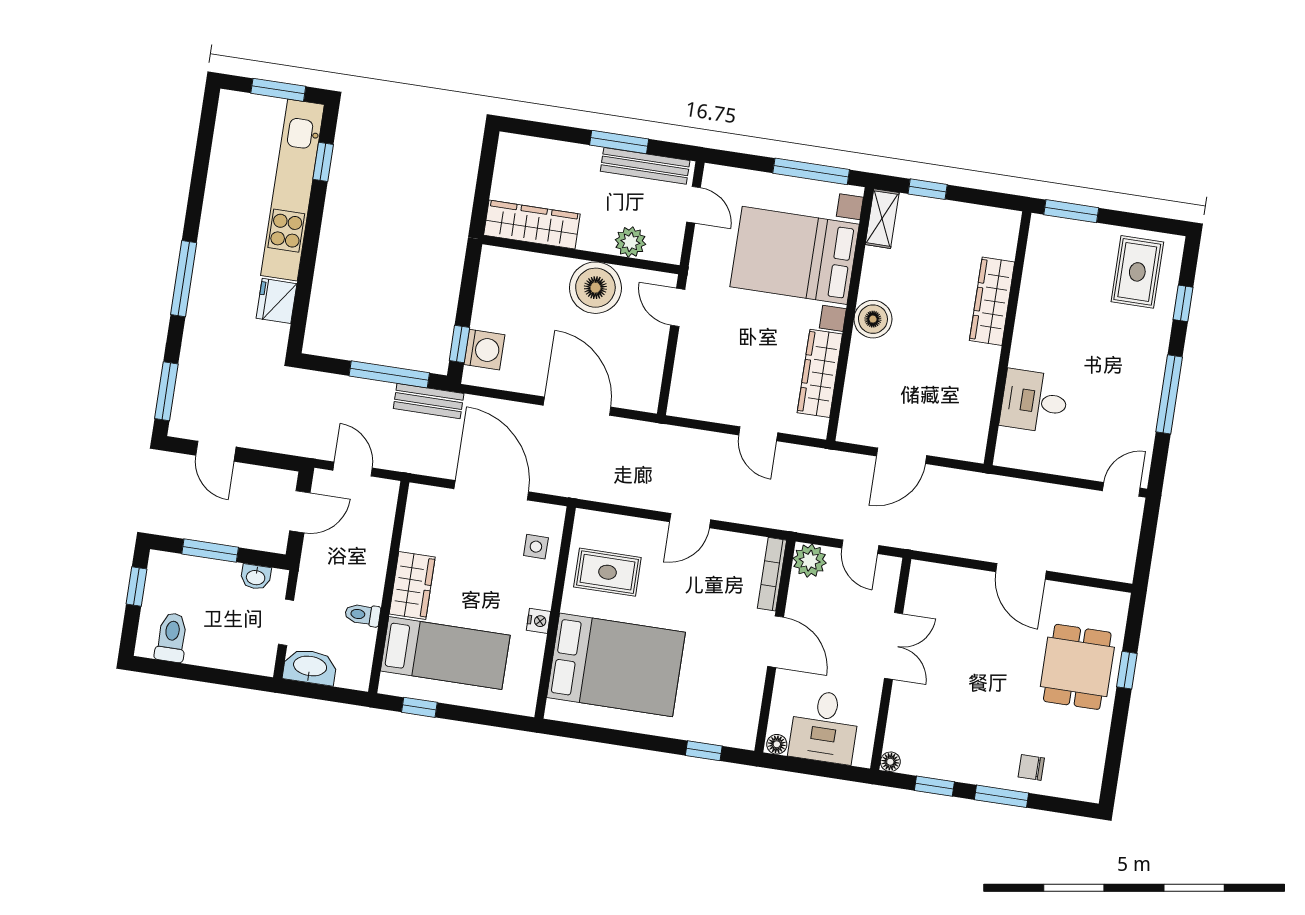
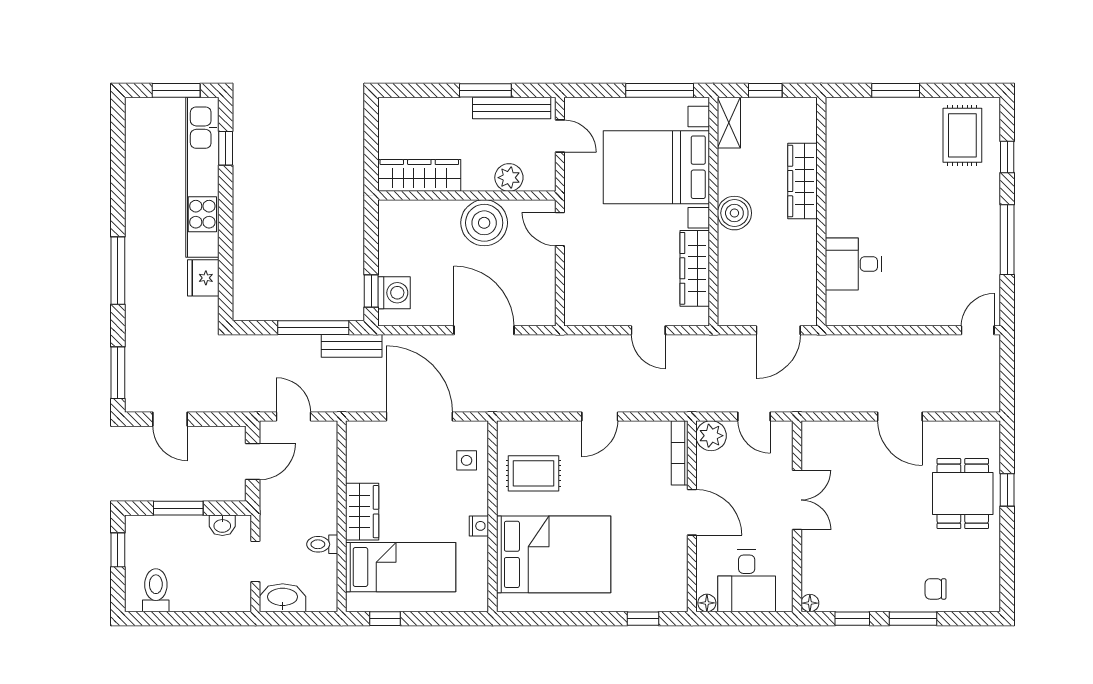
wardrobe: (992, 301) -> (803, 181), moved
wall: (1007, 338) -> (821, 212), moved
desk: (1034, 401) -> (854, 264), moved

